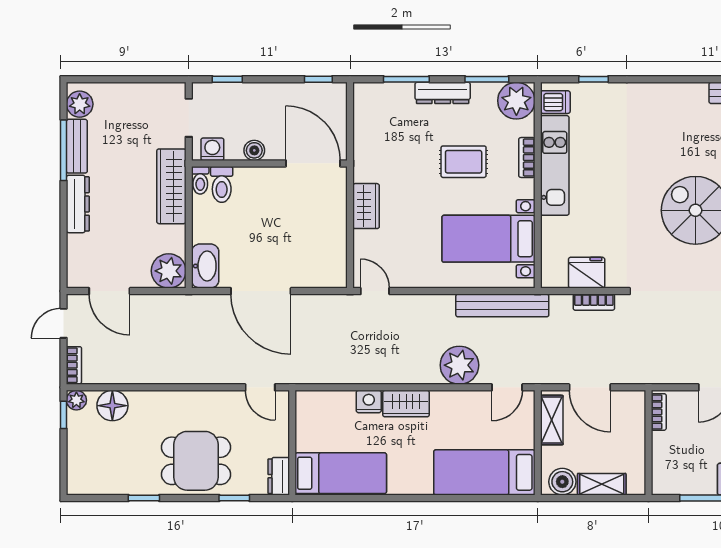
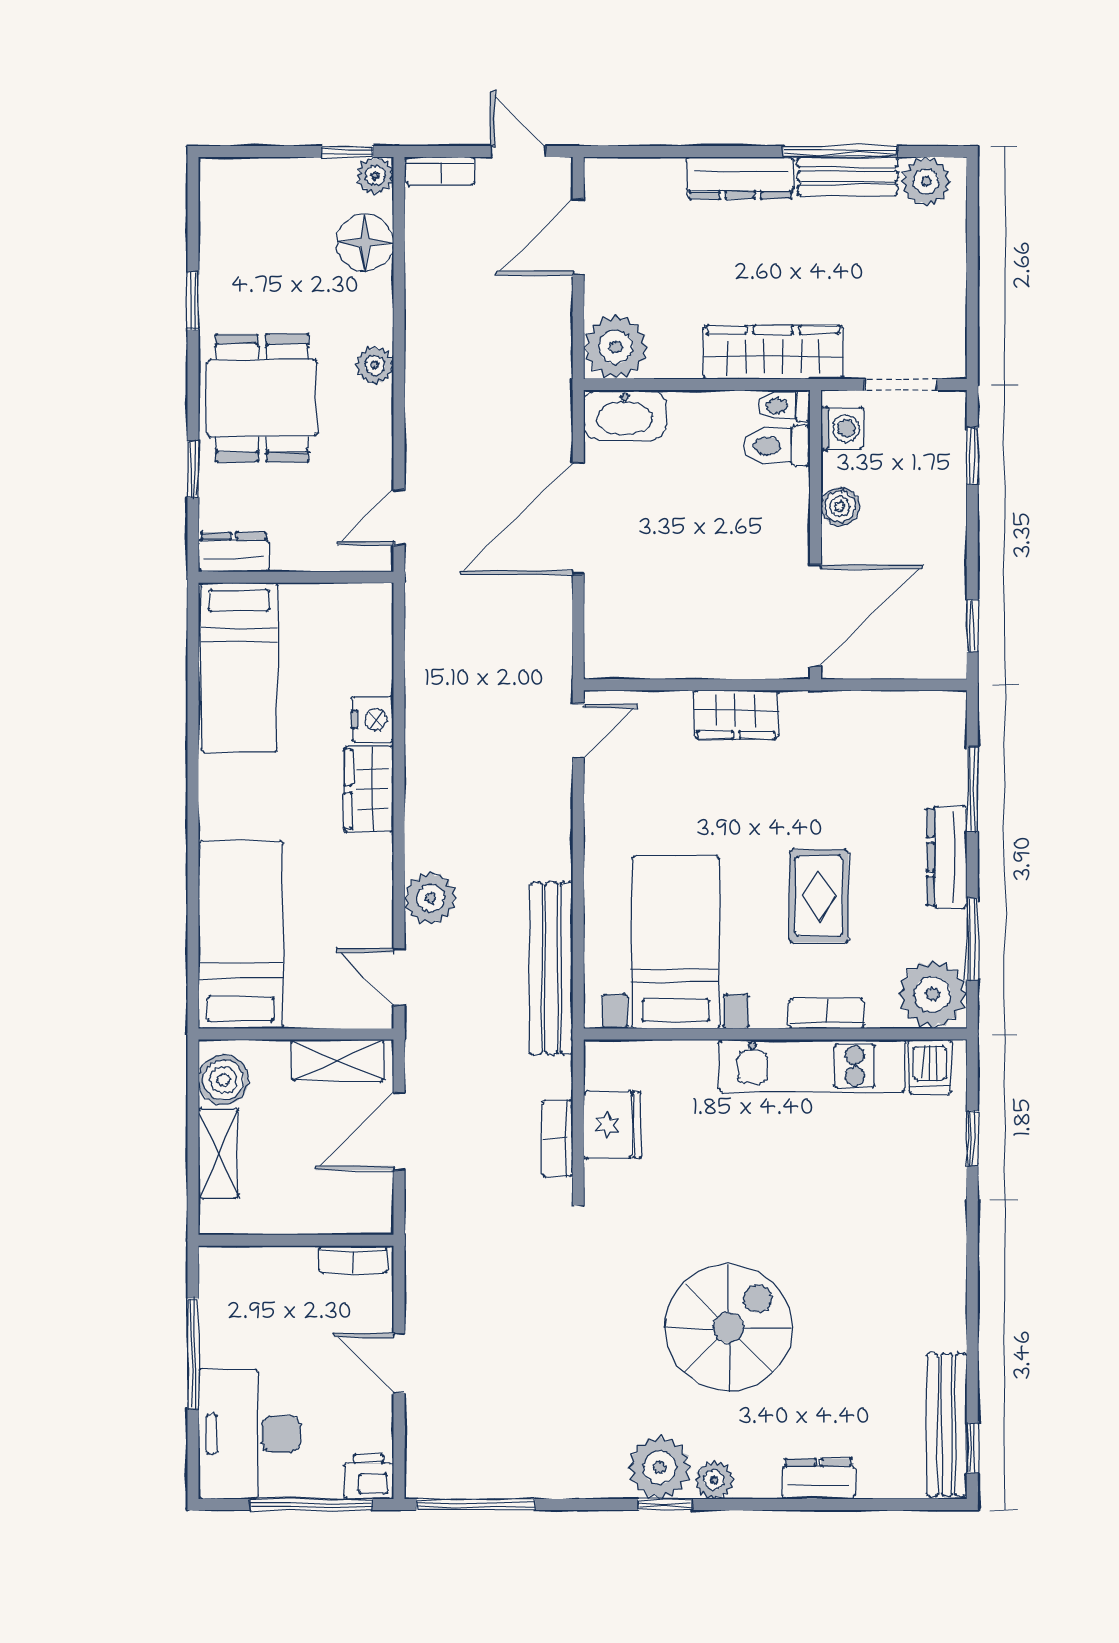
plant: (459, 365) -> (431, 898), width x0.73, depth x0.73
plant: (178, 400) -> (375, 365), added

